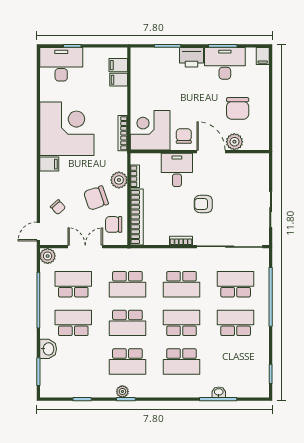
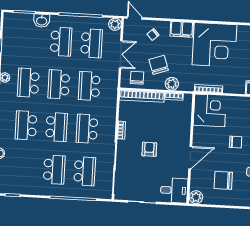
chair: (184, 136) -> (236, 142), moved
plant: (234, 142) -> (196, 197), moved
filing cabinet: (49, 164) -> (182, 29), width x2.00
desk: (177, 170) -> (174, 190), moved

